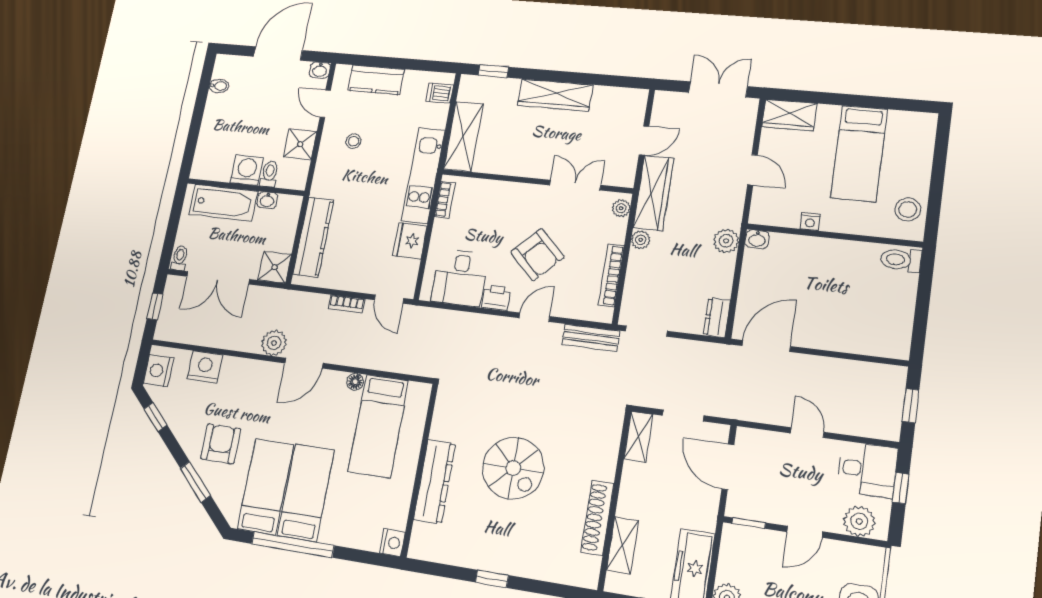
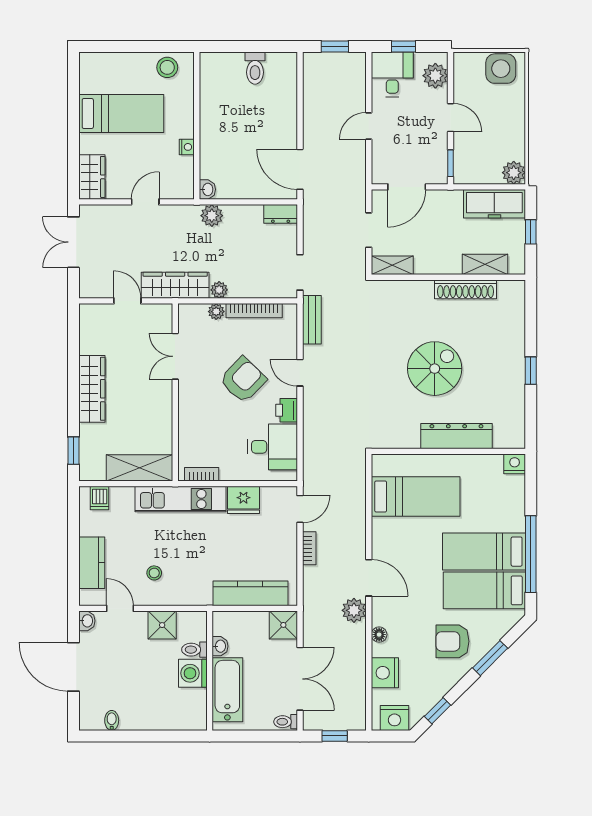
door: (325, 104) -> (120, 608), swing flipped
plant: (621, 208) -> (216, 312), moved
toilet: (901, 260) -> (255, 68), moved
floor lamp: (355, 382) -> (379, 635), moved

